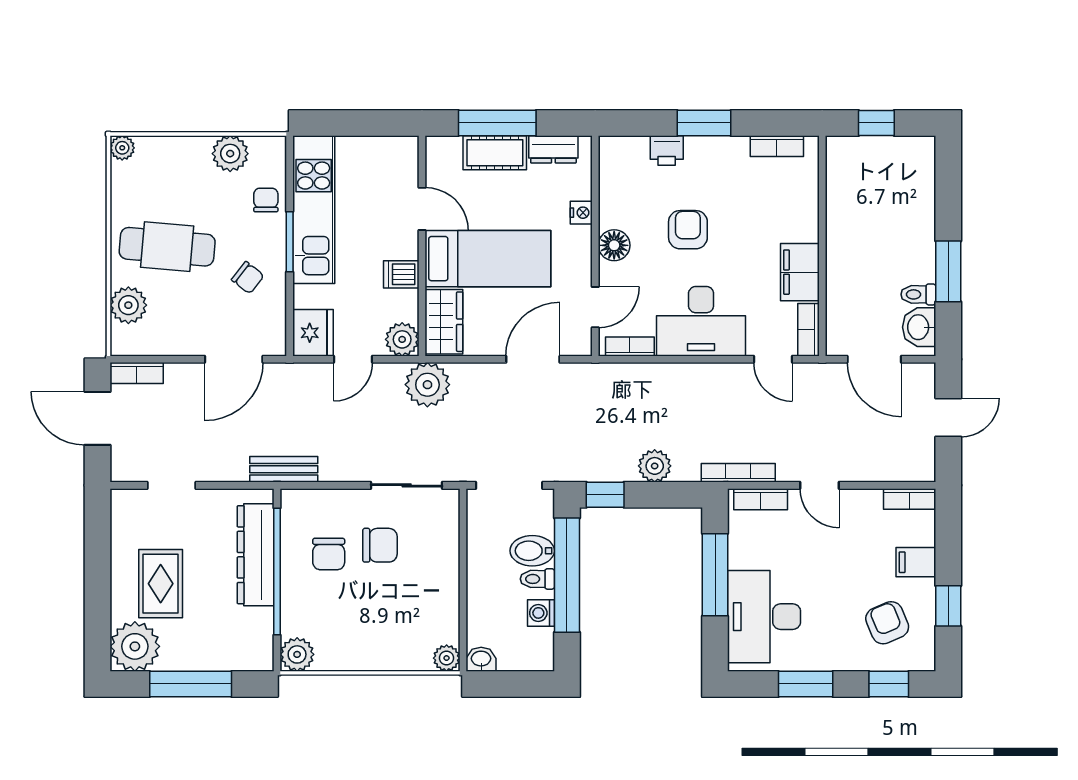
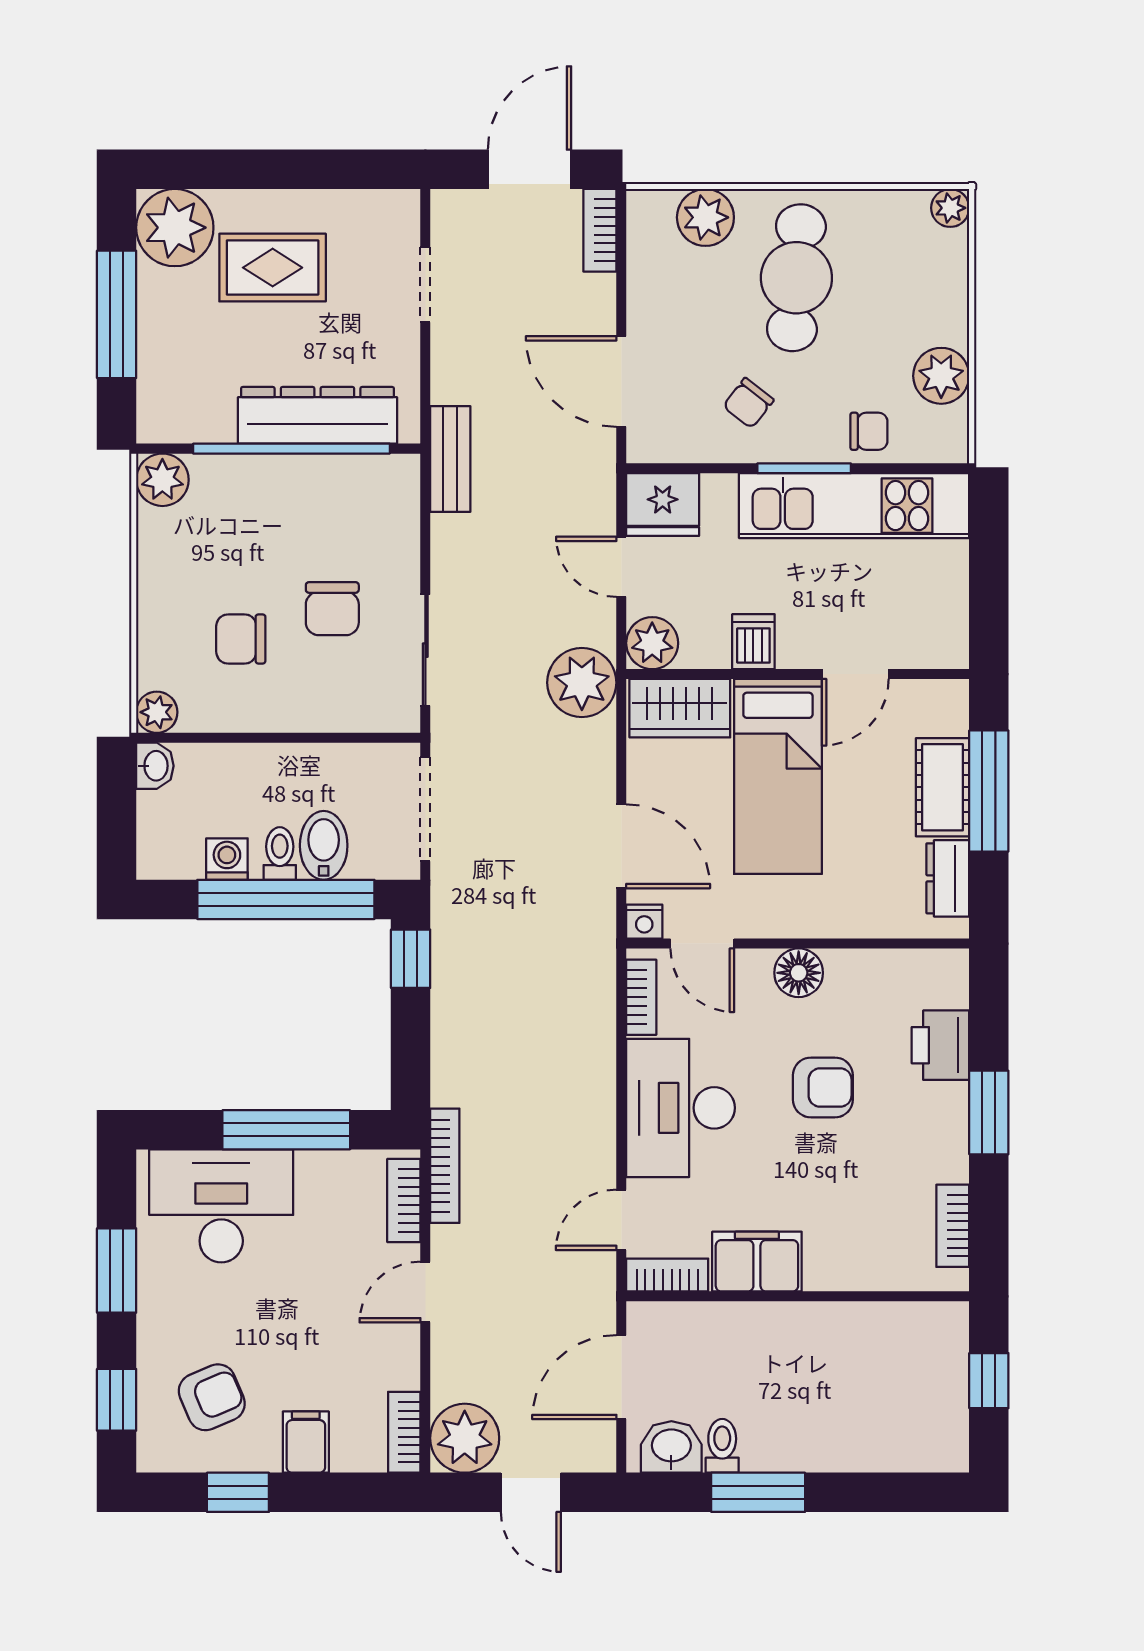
printer: (667, 150) -> (940, 1045), width x1.36, depth x1.24
nightstand: (581, 213) -> (644, 922), moved
plant: (655, 466) -> (465, 1438), moved, width x1.36, depth x1.36
chair: (329, 554) -> (241, 639), moved

